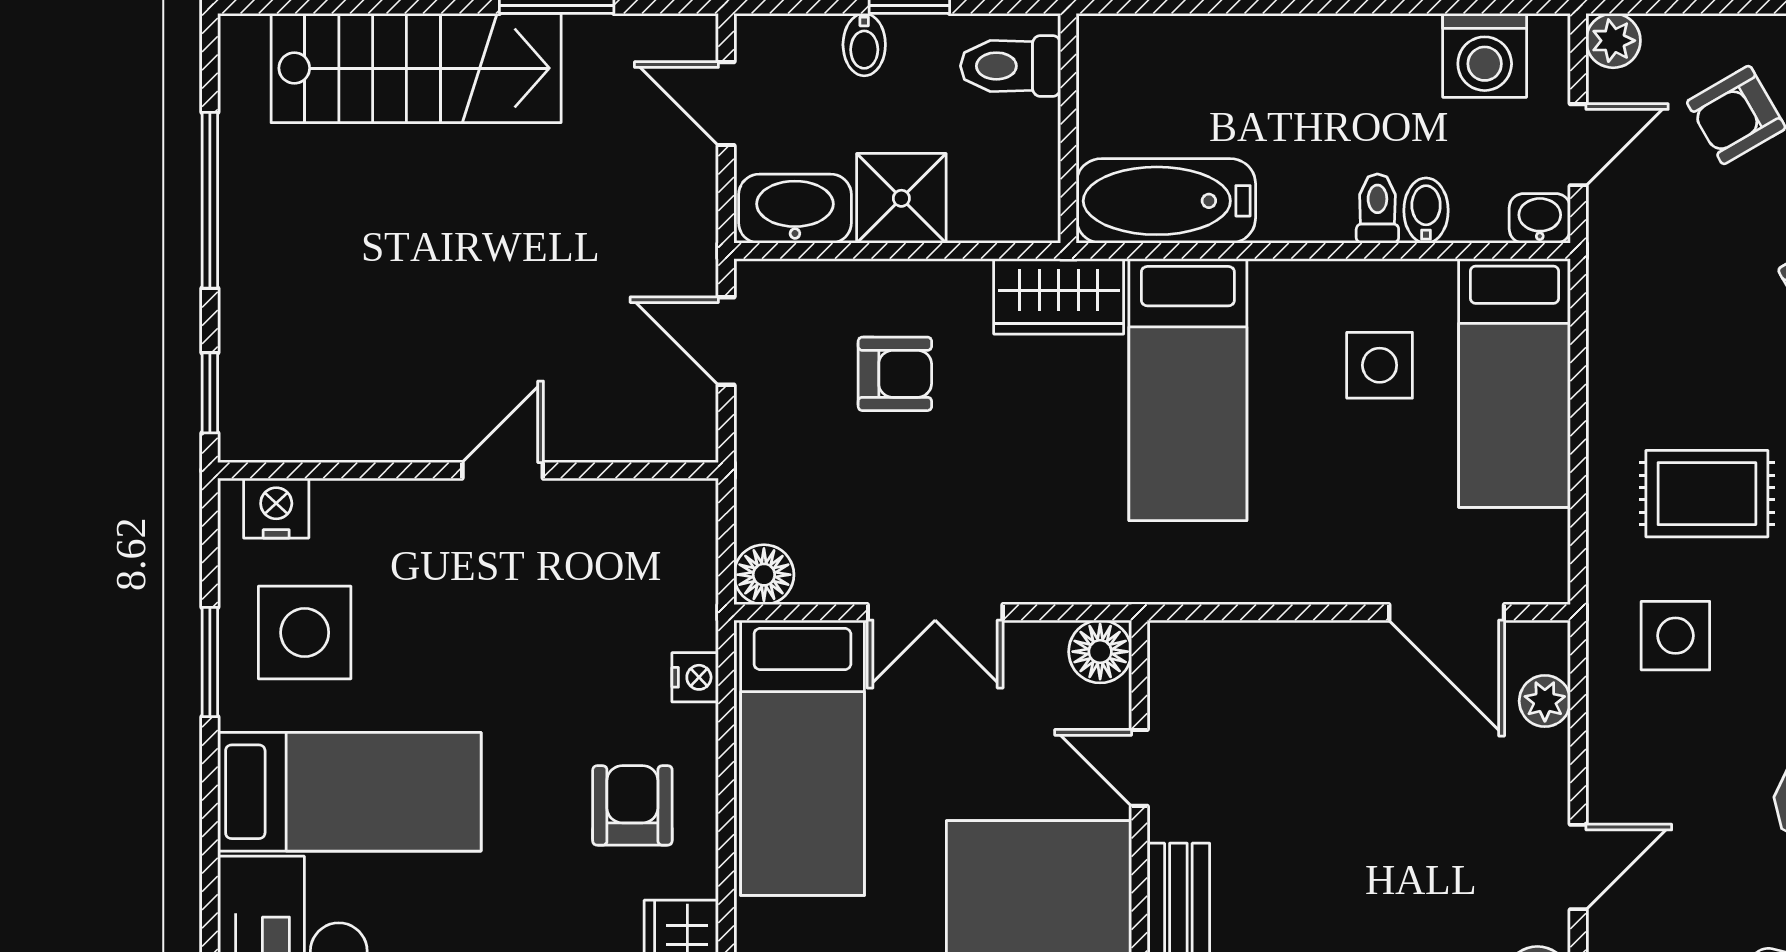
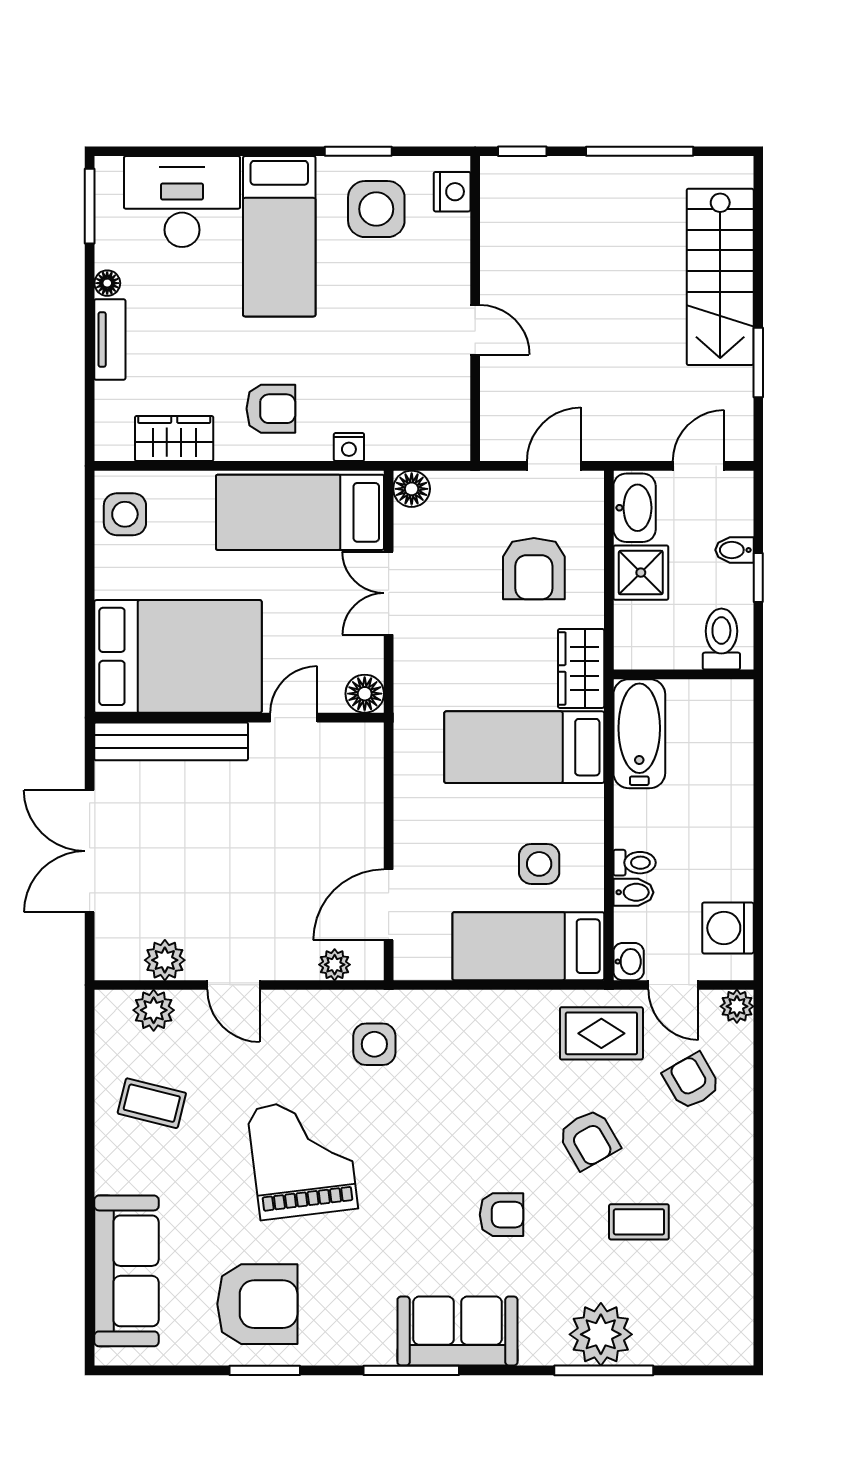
armchair: (895, 374) -> (534, 569), width x1.38, depth x1.38
rug: (1707, 494) -> (601, 1033), moved, turned 90

